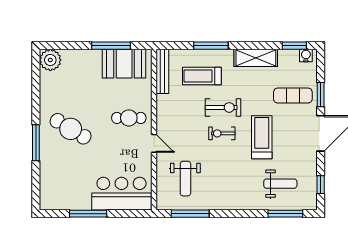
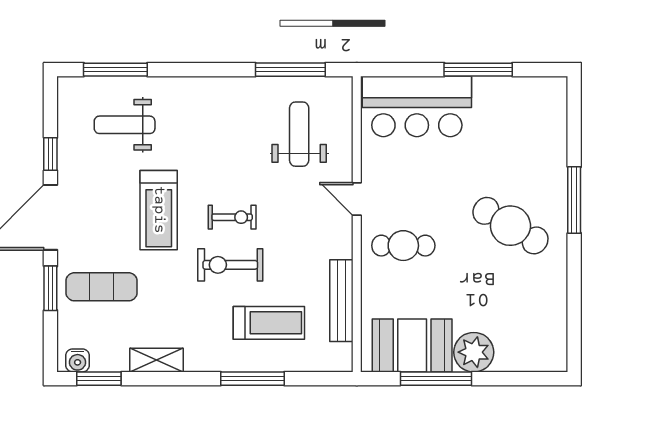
shelving: (256, 58) -> (156, 360), width x0.67, depth x0.75
plant: (50, 60) -> (474, 352), moved
bench: (162, 71) -> (341, 301), moved
window: (321, 185) -> (50, 154), moved

